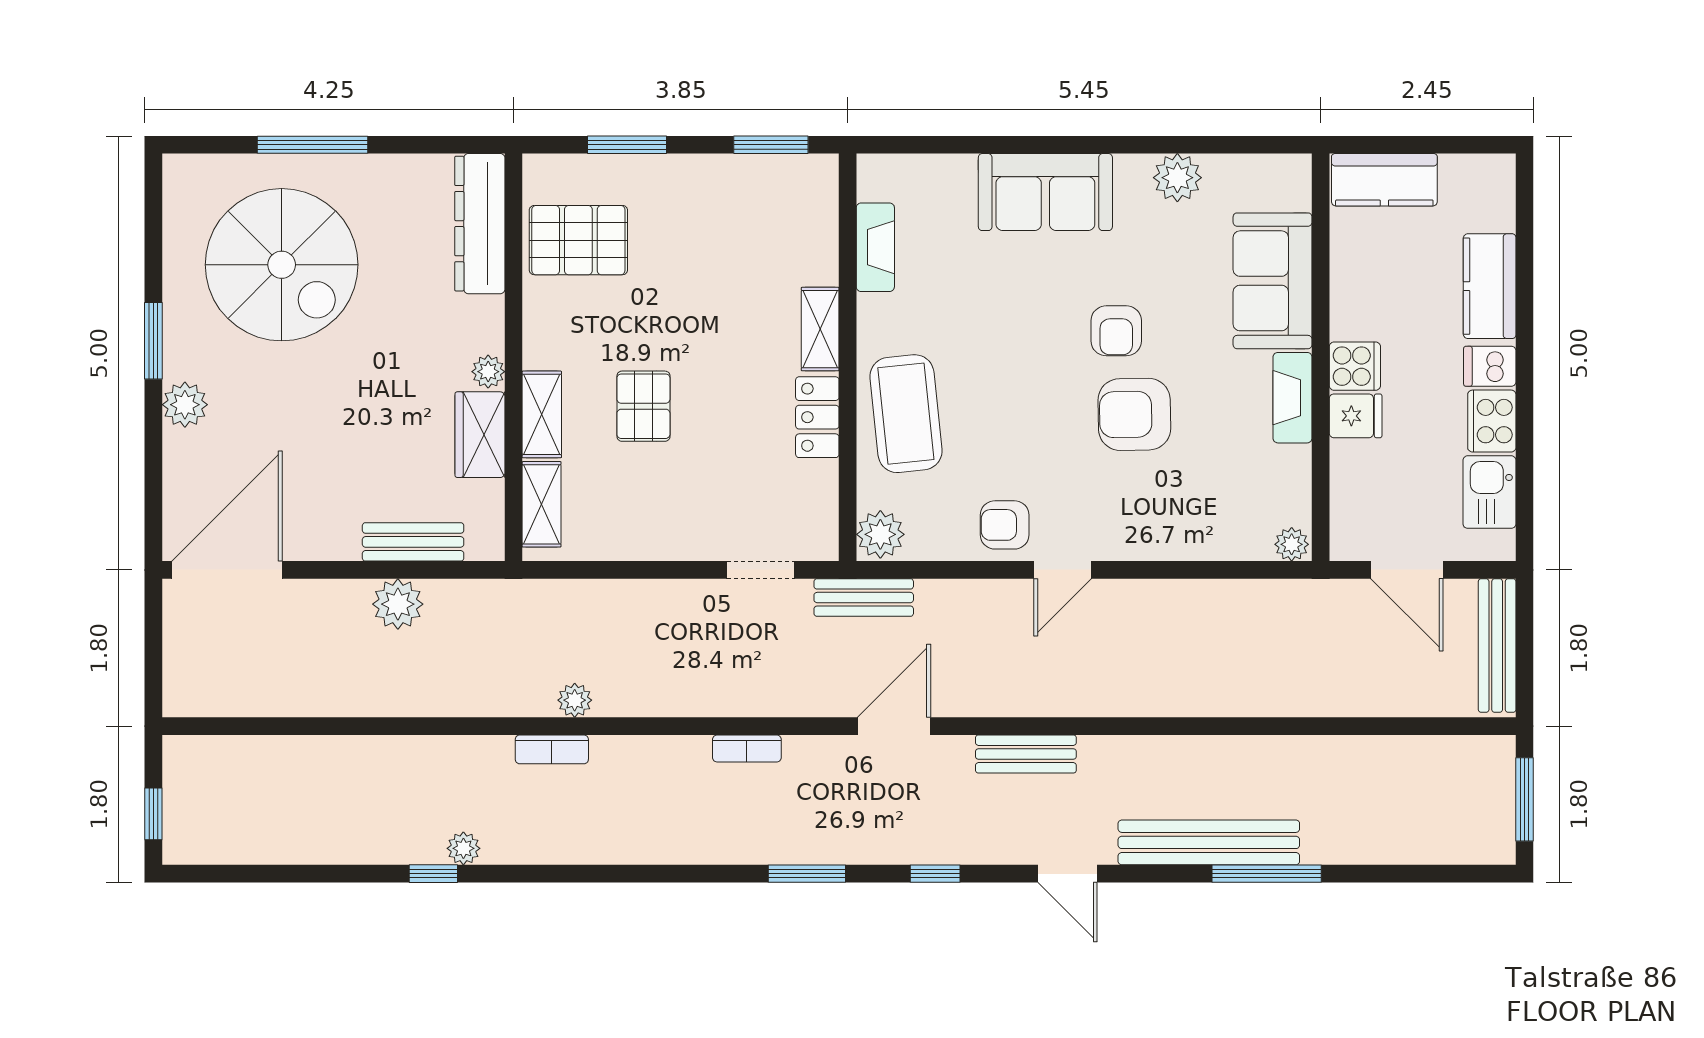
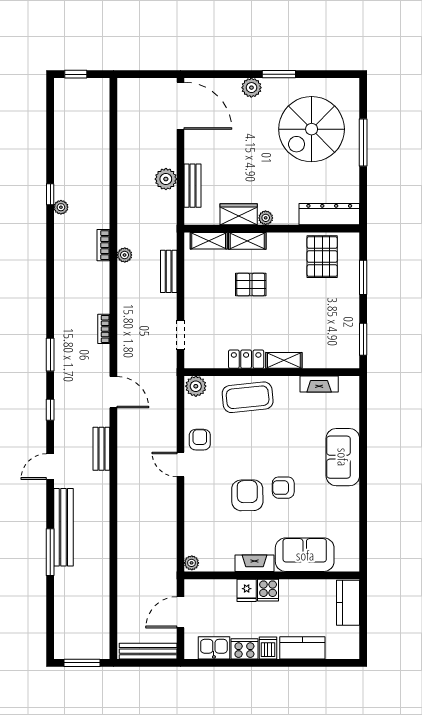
plant: (1177, 178) -> (349, 514), removed
bench: (864, 598) -> (169, 271), moved

